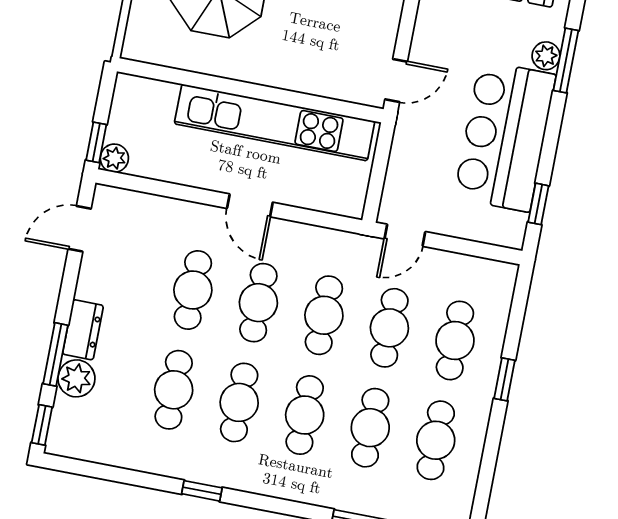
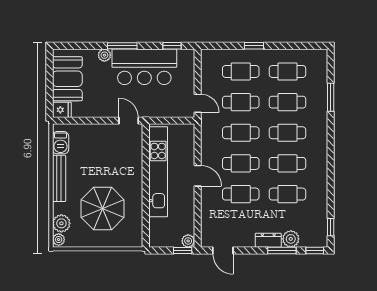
window: (566, 60) -> (122, 46), moved
door: (250, 205) -> (198, 176), hinge flipped
window: (202, 491) -> (331, 227), moved

